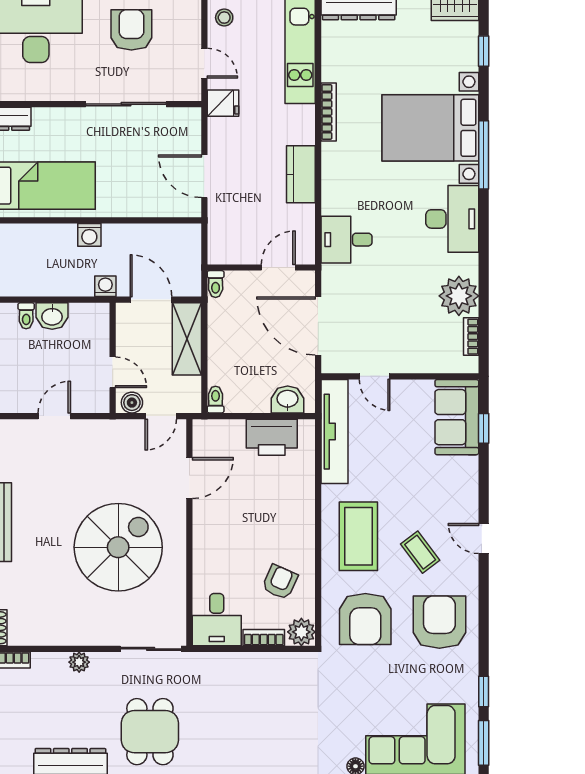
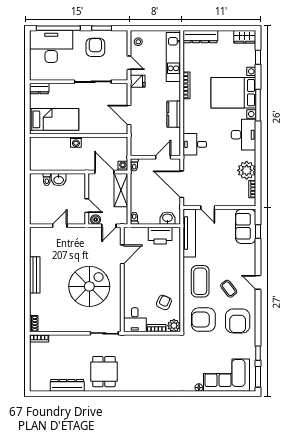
washing machine: (105, 286) -> (123, 166), moved
armchair: (365, 619) -> (203, 320), turned 90
armchair: (439, 622) -> (238, 321), turned 180
plant: (79, 662) -> (71, 339), removed

